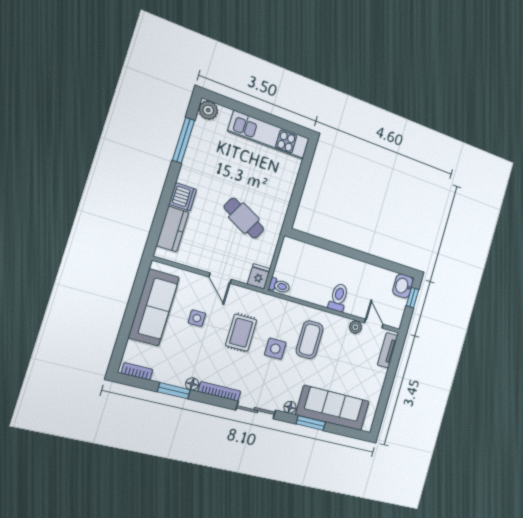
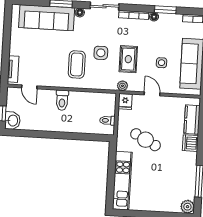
kitchen unit: (269, 135) -> (122, 181), moved, turned 90
toilet: (279, 286) -> (107, 120), moved
plant: (355, 327) -> (122, 86), moved

